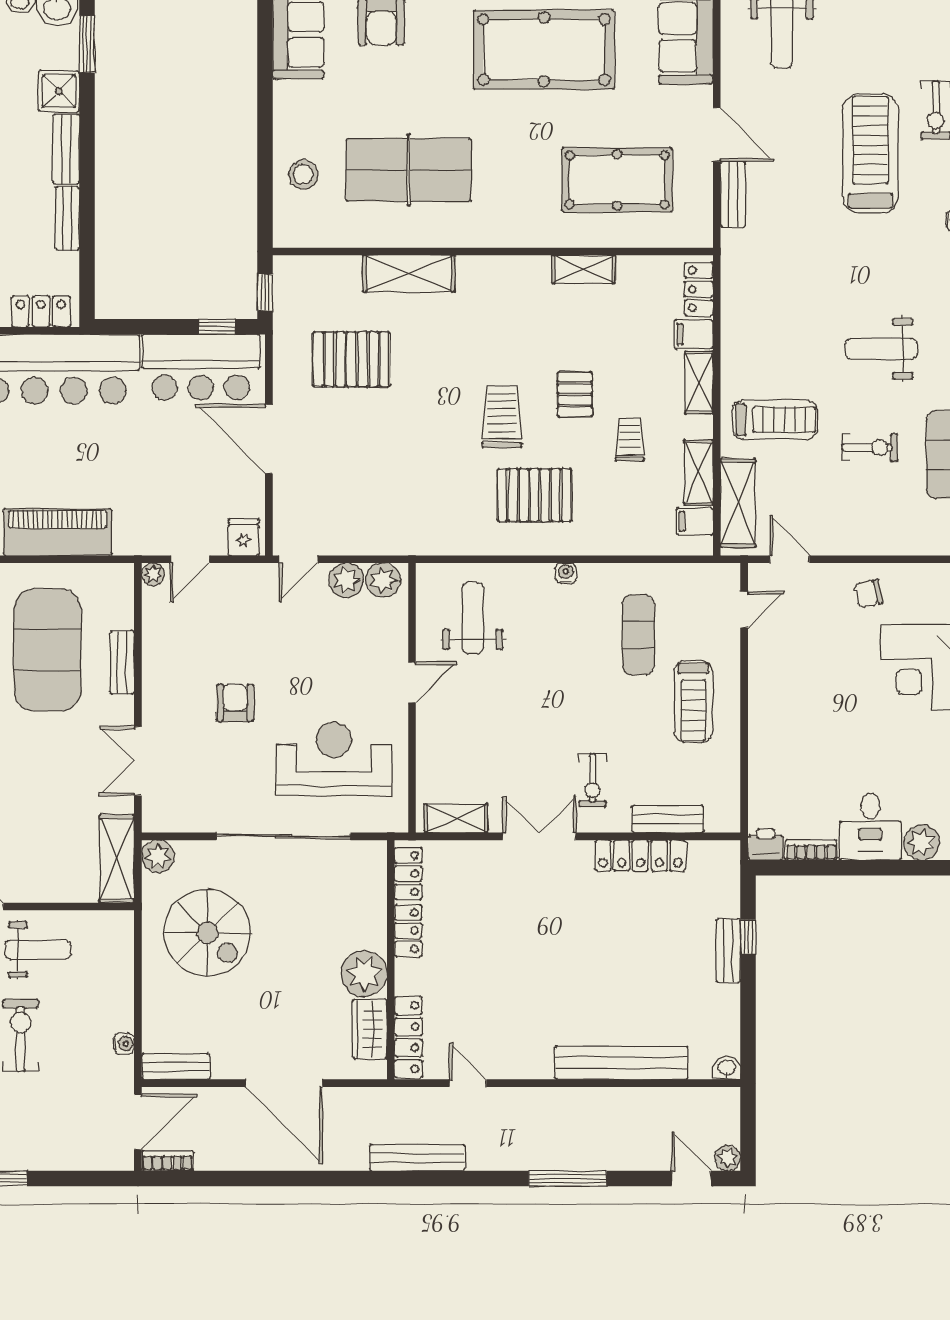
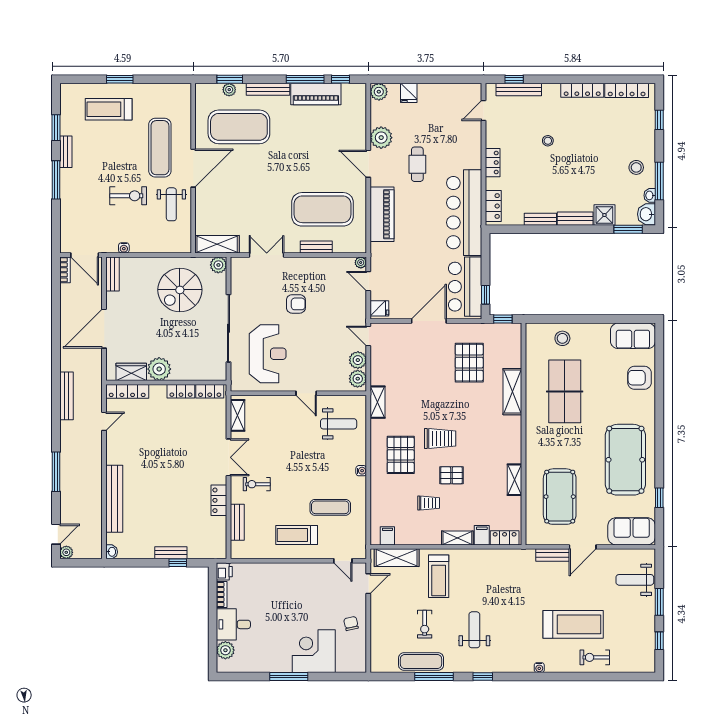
shelving: (698, 473) -> (378, 402), moved, turned 90
locker: (640, 856) -> (219, 500), width x0.66

